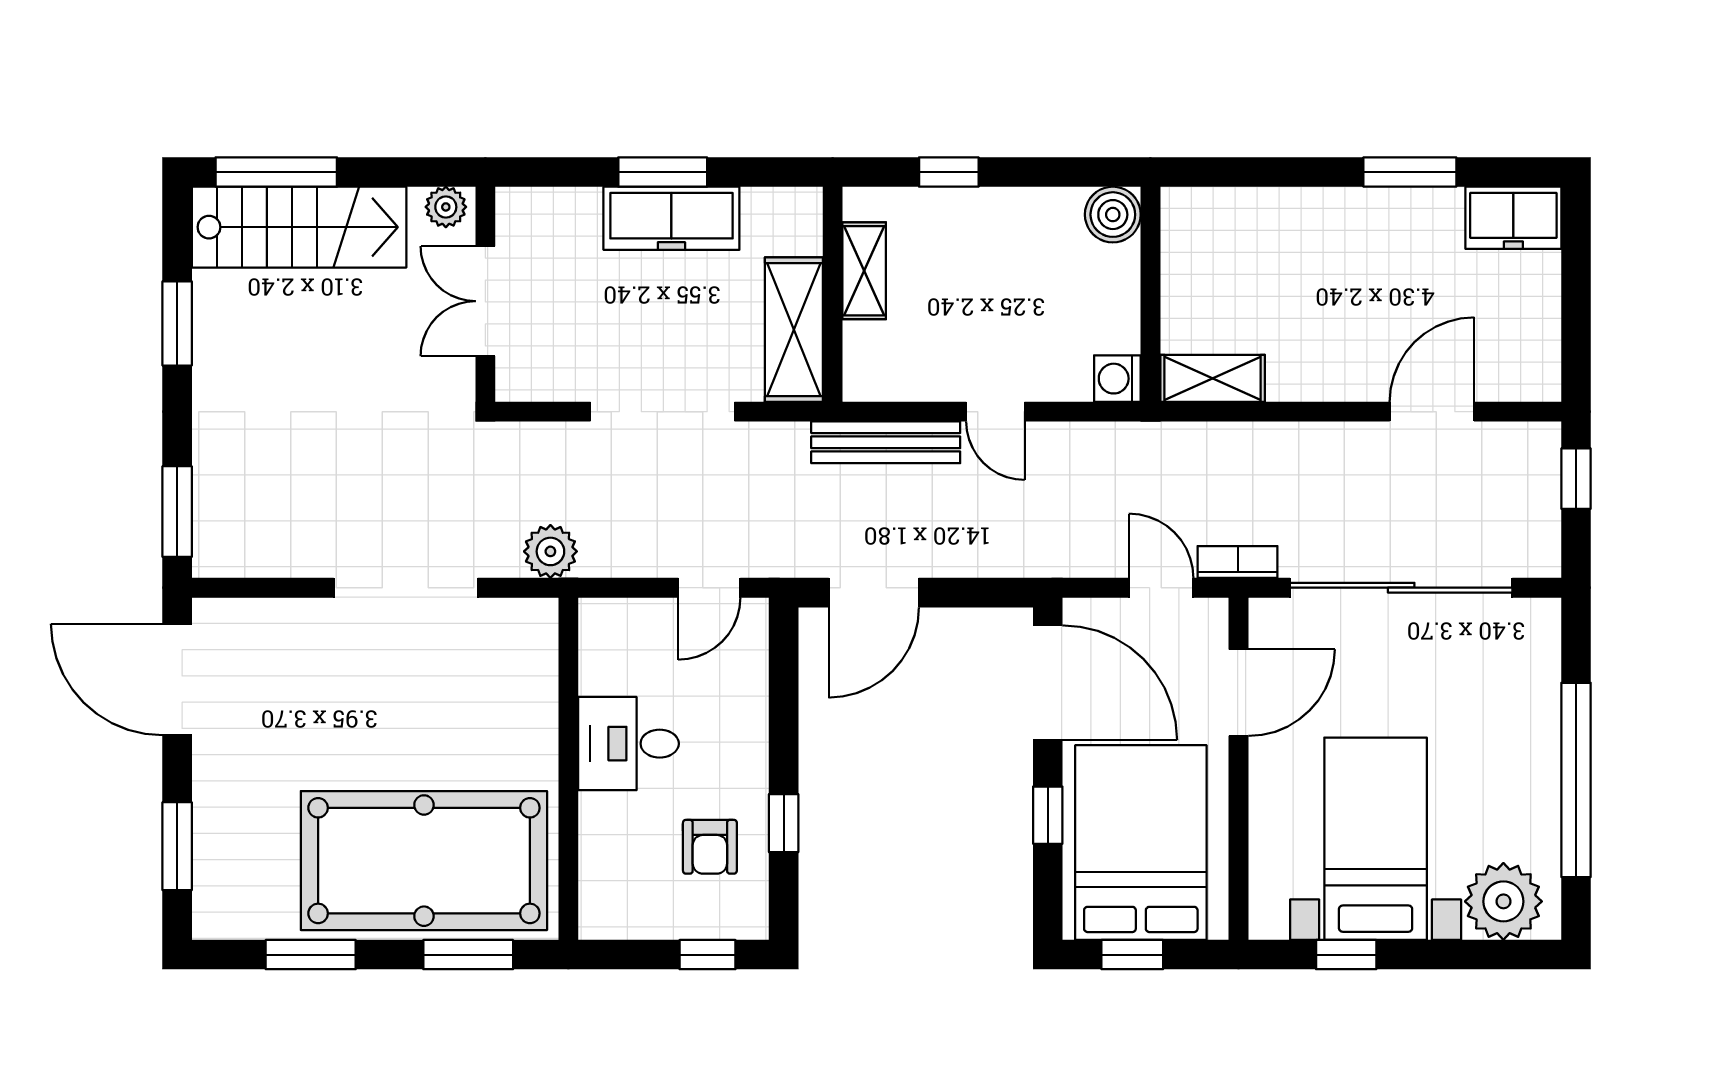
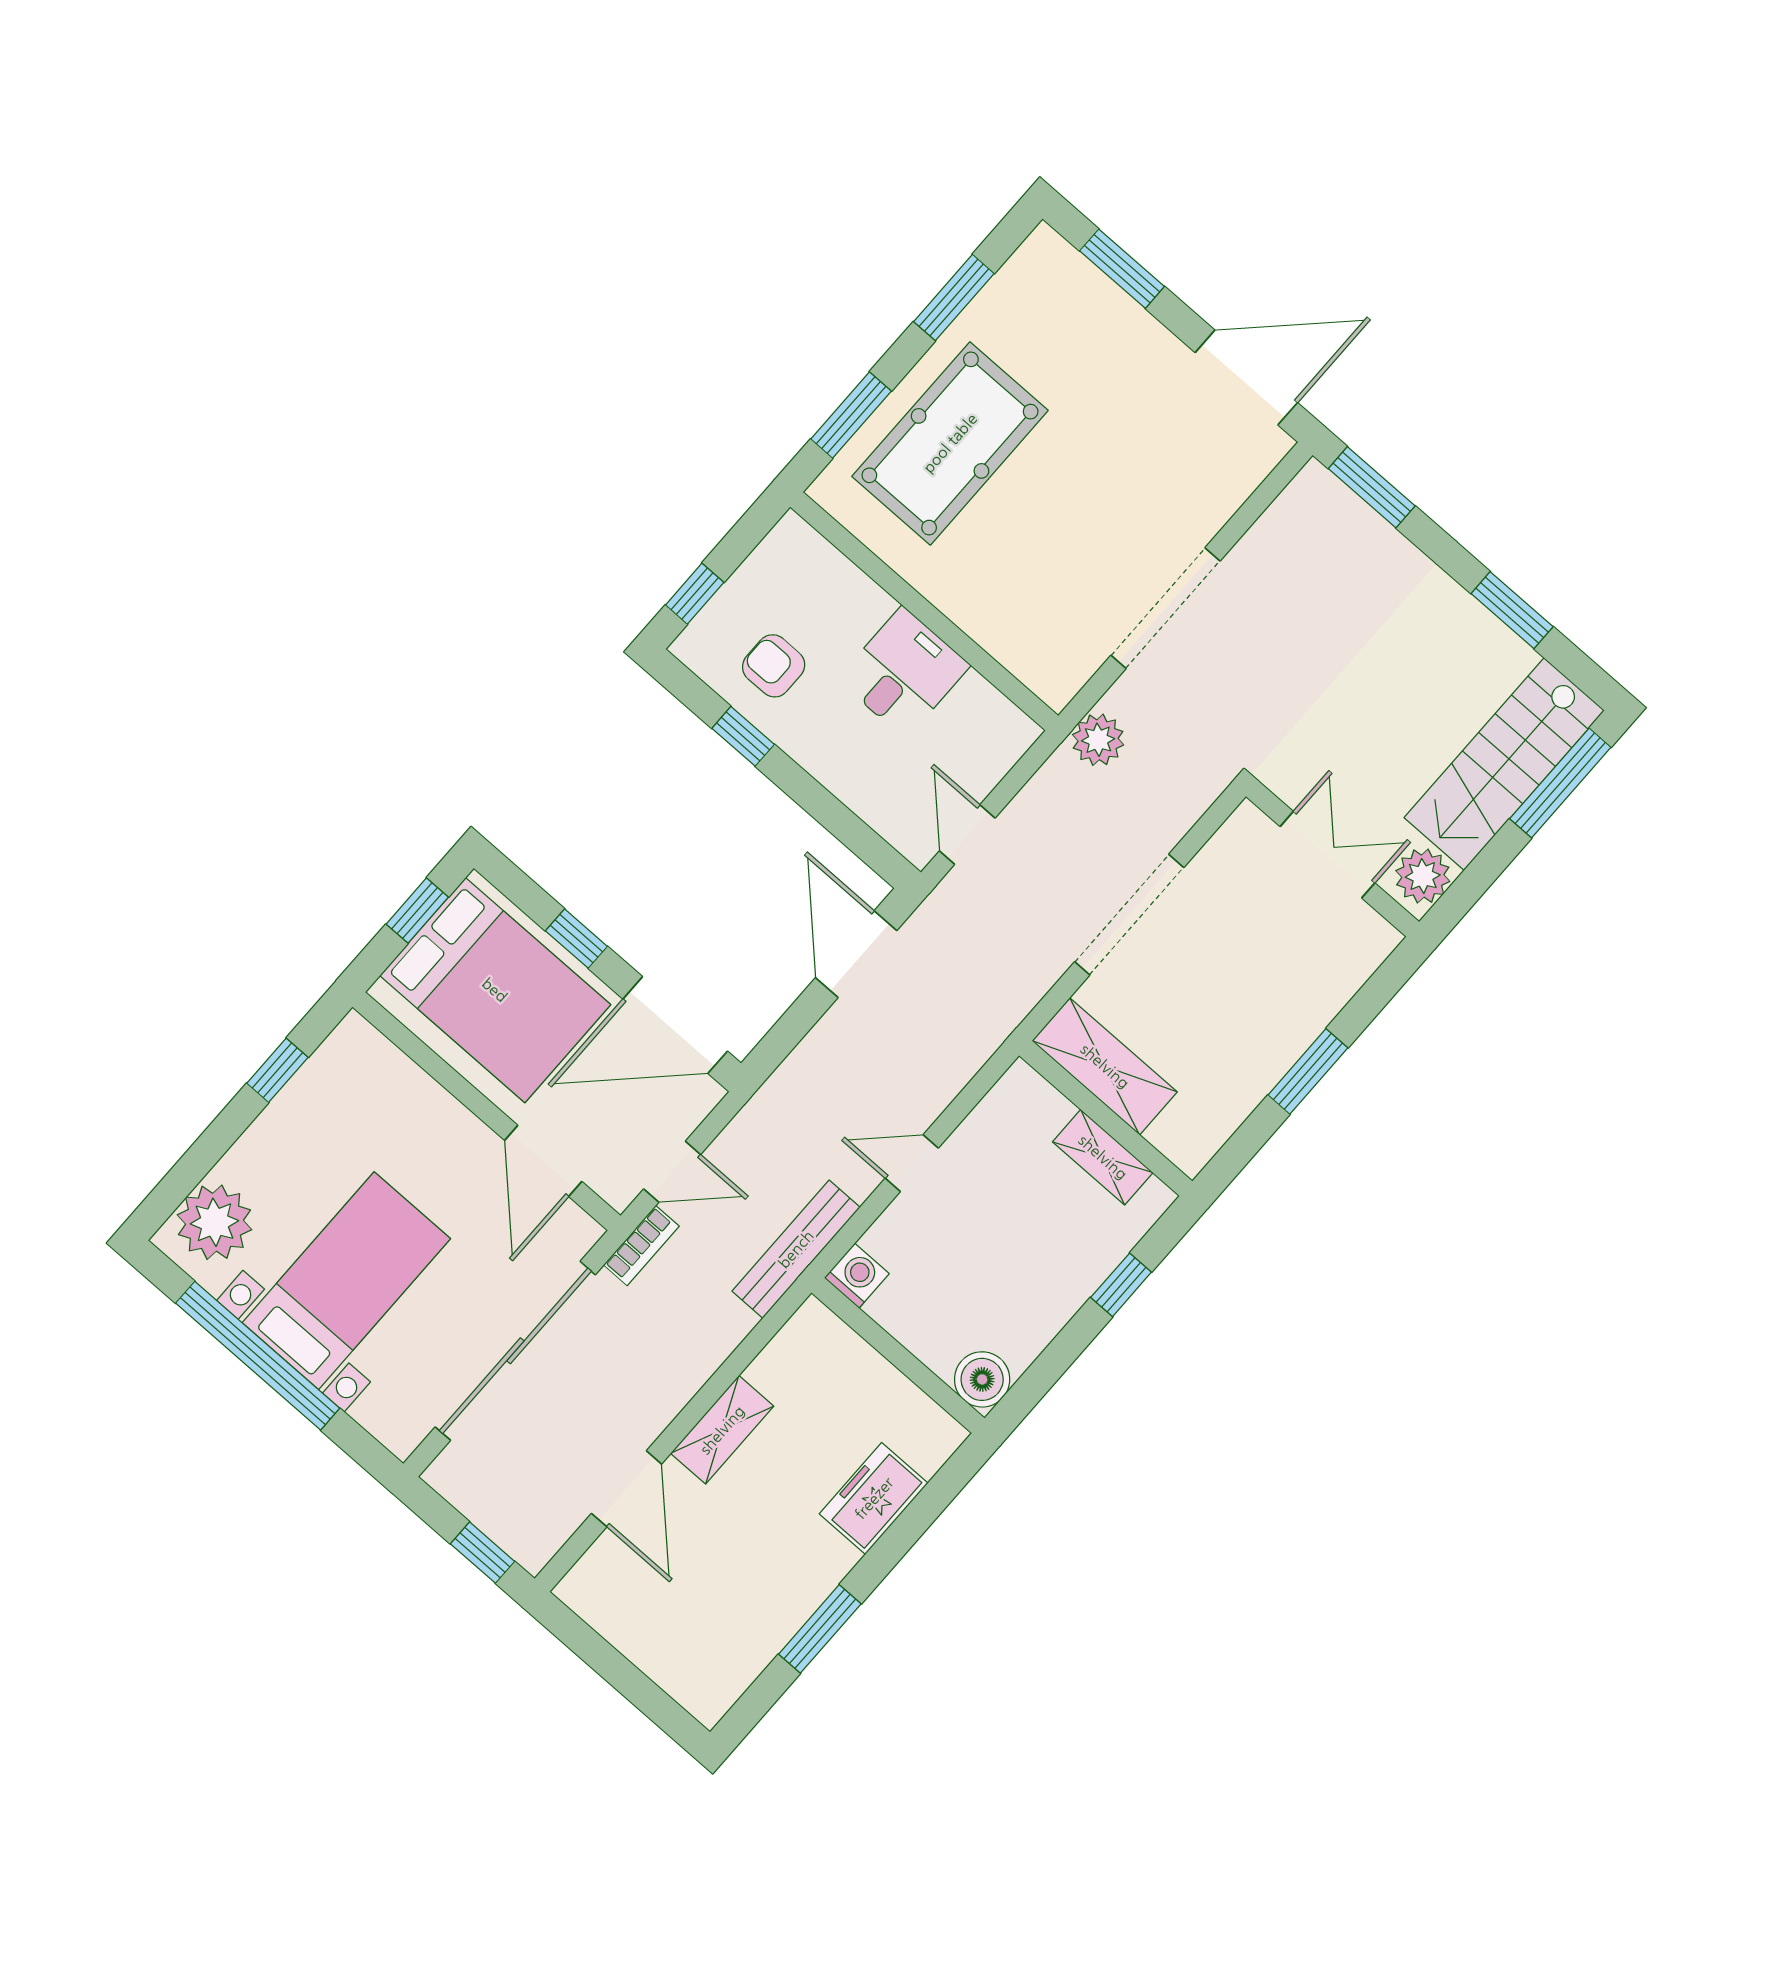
plant: (446, 207) -> (1423, 876), width x1.38, depth x1.38
freezer: (671, 218) -> (1268, 1048), removed
freezer: (1513, 218) -> (874, 1498), moved
shelving: (1213, 378) -> (722, 1430), moved
bench: (886, 442) -> (796, 1249), moved
bed with nightstands: (1376, 839) -> (346, 1281), moved, turned -90
pool table: (424, 861) -> (950, 443), width x0.73, depth x0.76

